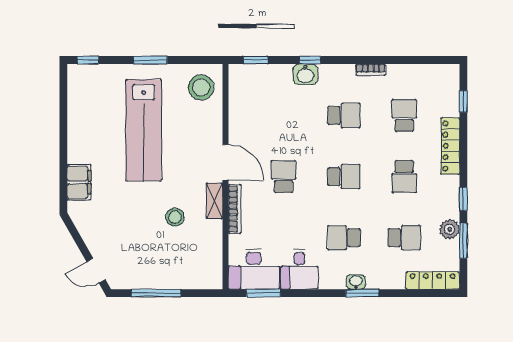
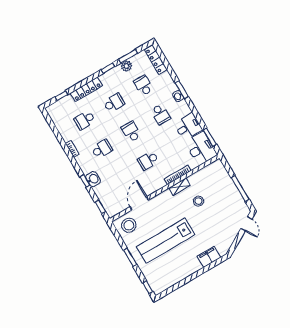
school desk: (344, 115) -> (102, 149), turned 90
lab bench: (144, 130) -> (166, 241), turned 180
door: (225, 162) -> (139, 203), moved

